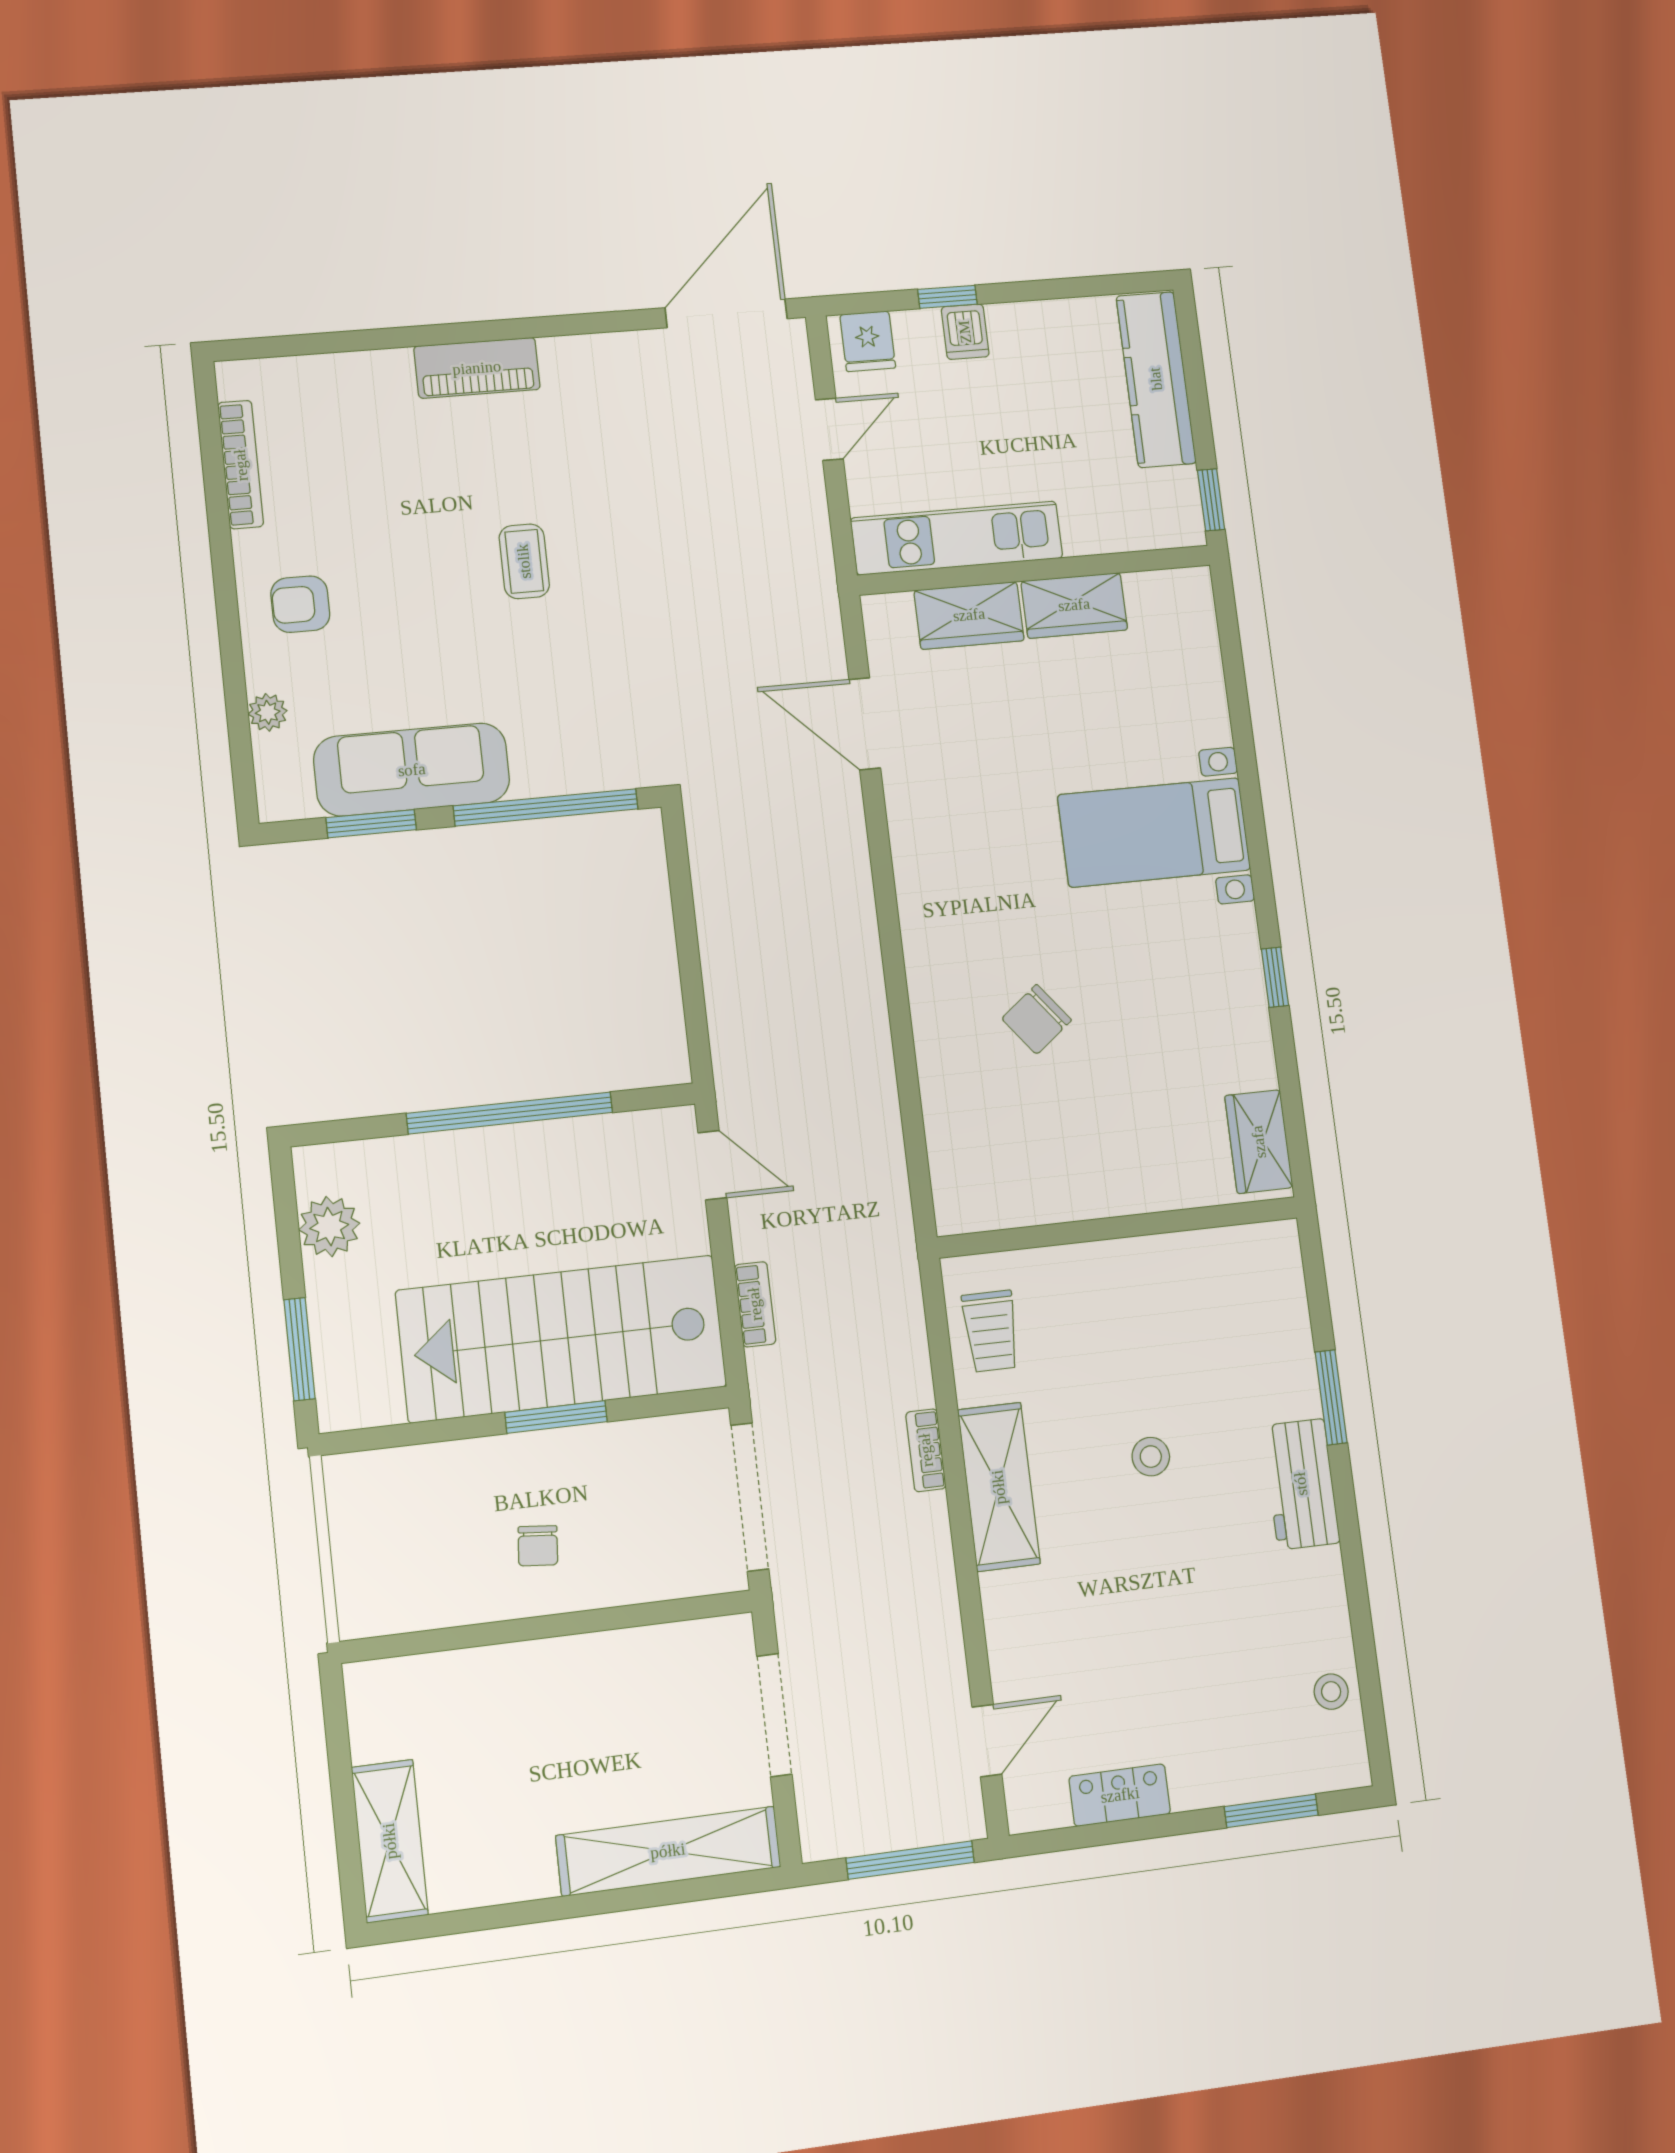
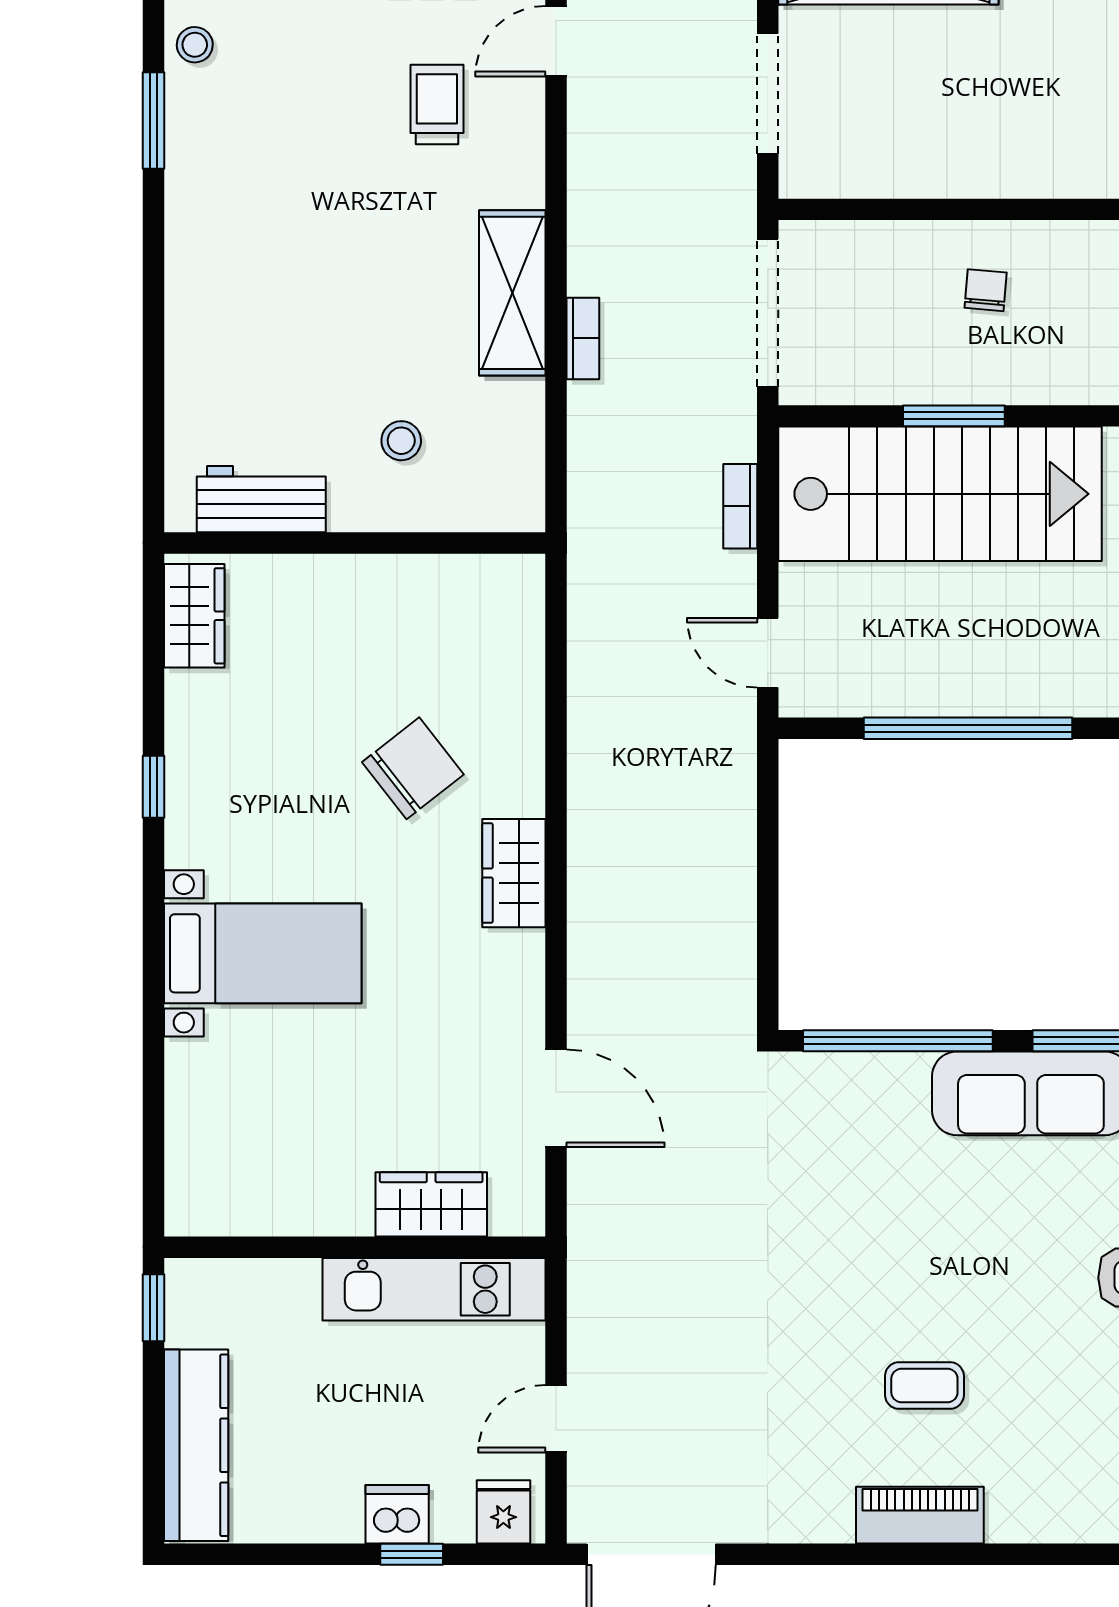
dishwasher: (965, 332) -> (397, 1514), width x1.38
coffee table: (524, 561) -> (924, 1386), moved, turned 90
wardrobe: (1074, 605) -> (514, 873), moved, turned -90
chair: (1037, 1019) -> (413, 768), width x1.37, depth x1.37
trolley: (991, 1331) -> (437, 104), moved
window: (1331, 1397) -> (154, 121), moved
stool: (1151, 1457) -> (401, 441), moved
workbench: (1301, 1484) -> (261, 499), moved, turned -90

